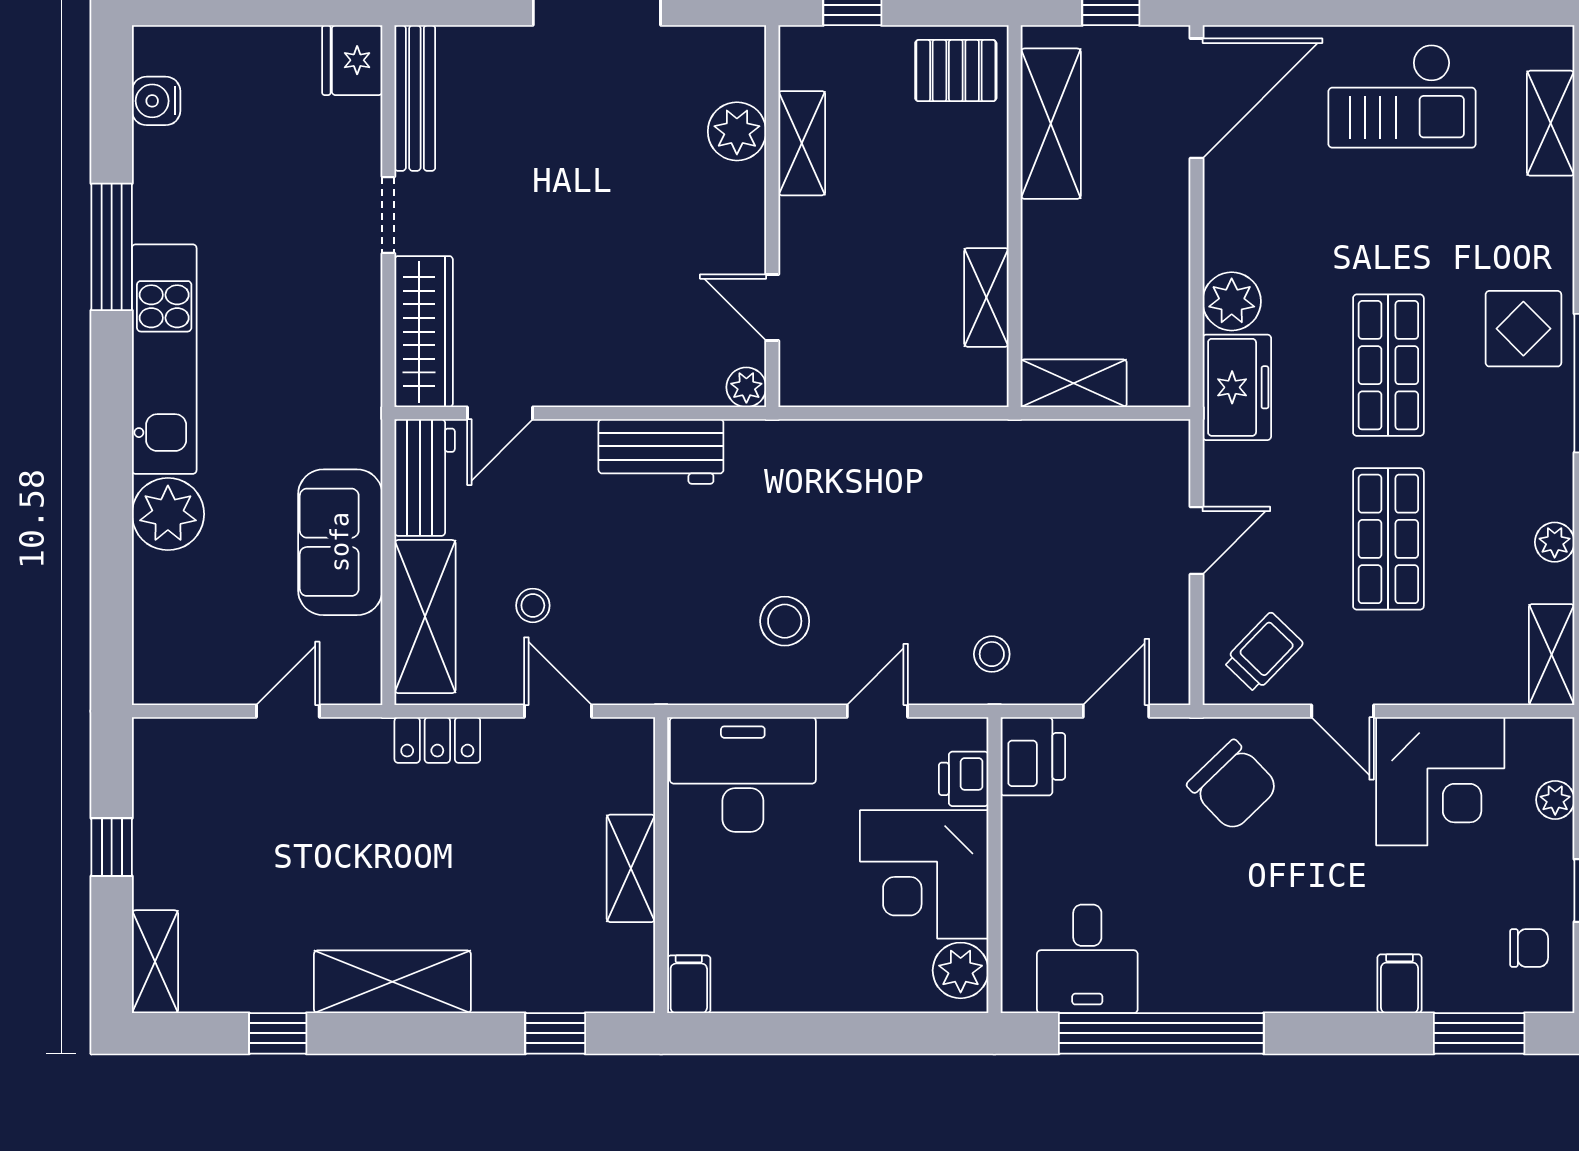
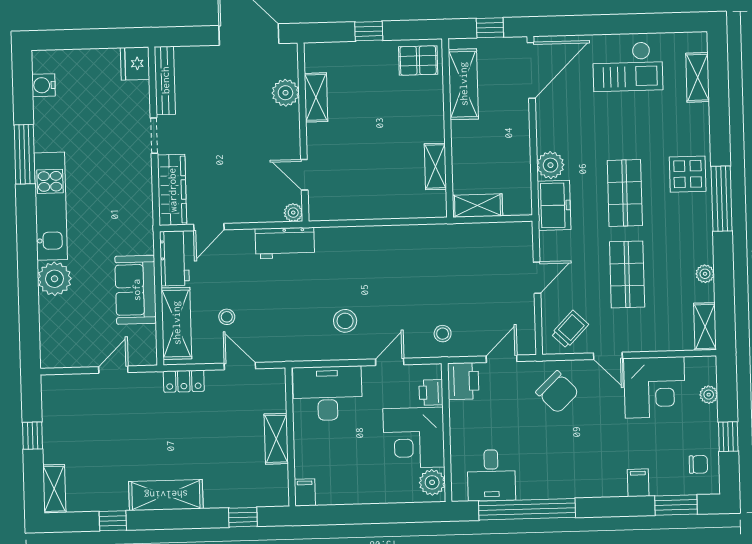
plant: (737, 131) -> (285, 93), moved
shelving: (802, 143) -> (316, 97), moved
wall: (772, 216) -> (303, 132), moved
door: (772, 307) -> (304, 175), moved
plant: (746, 387) -> (293, 213), moved

